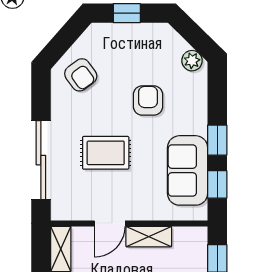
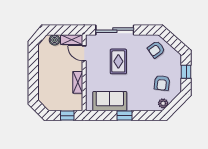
armchair: (148, 100) -> (162, 83), moved, turned 96
window: (217, 184) -> (103, 116), removed
door: (110, 223) -> (84, 53), moved

